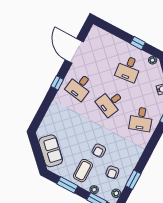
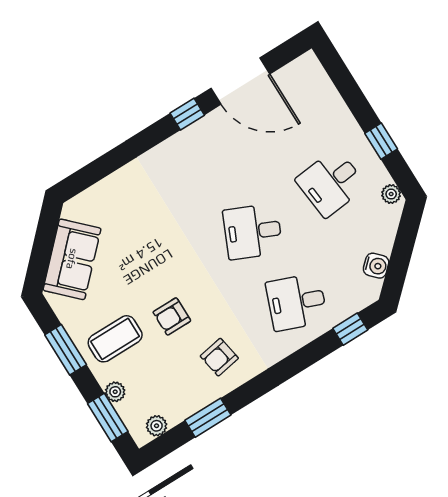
door: (74, 51) -> (240, 81), swing flipped
window: (57, 83) -> (187, 114), moved
desk: (80, 86) -> (209, 161), removed
desk: (141, 119) -> (297, 302), turned 39
armchair: (112, 172) -> (219, 357), moved

